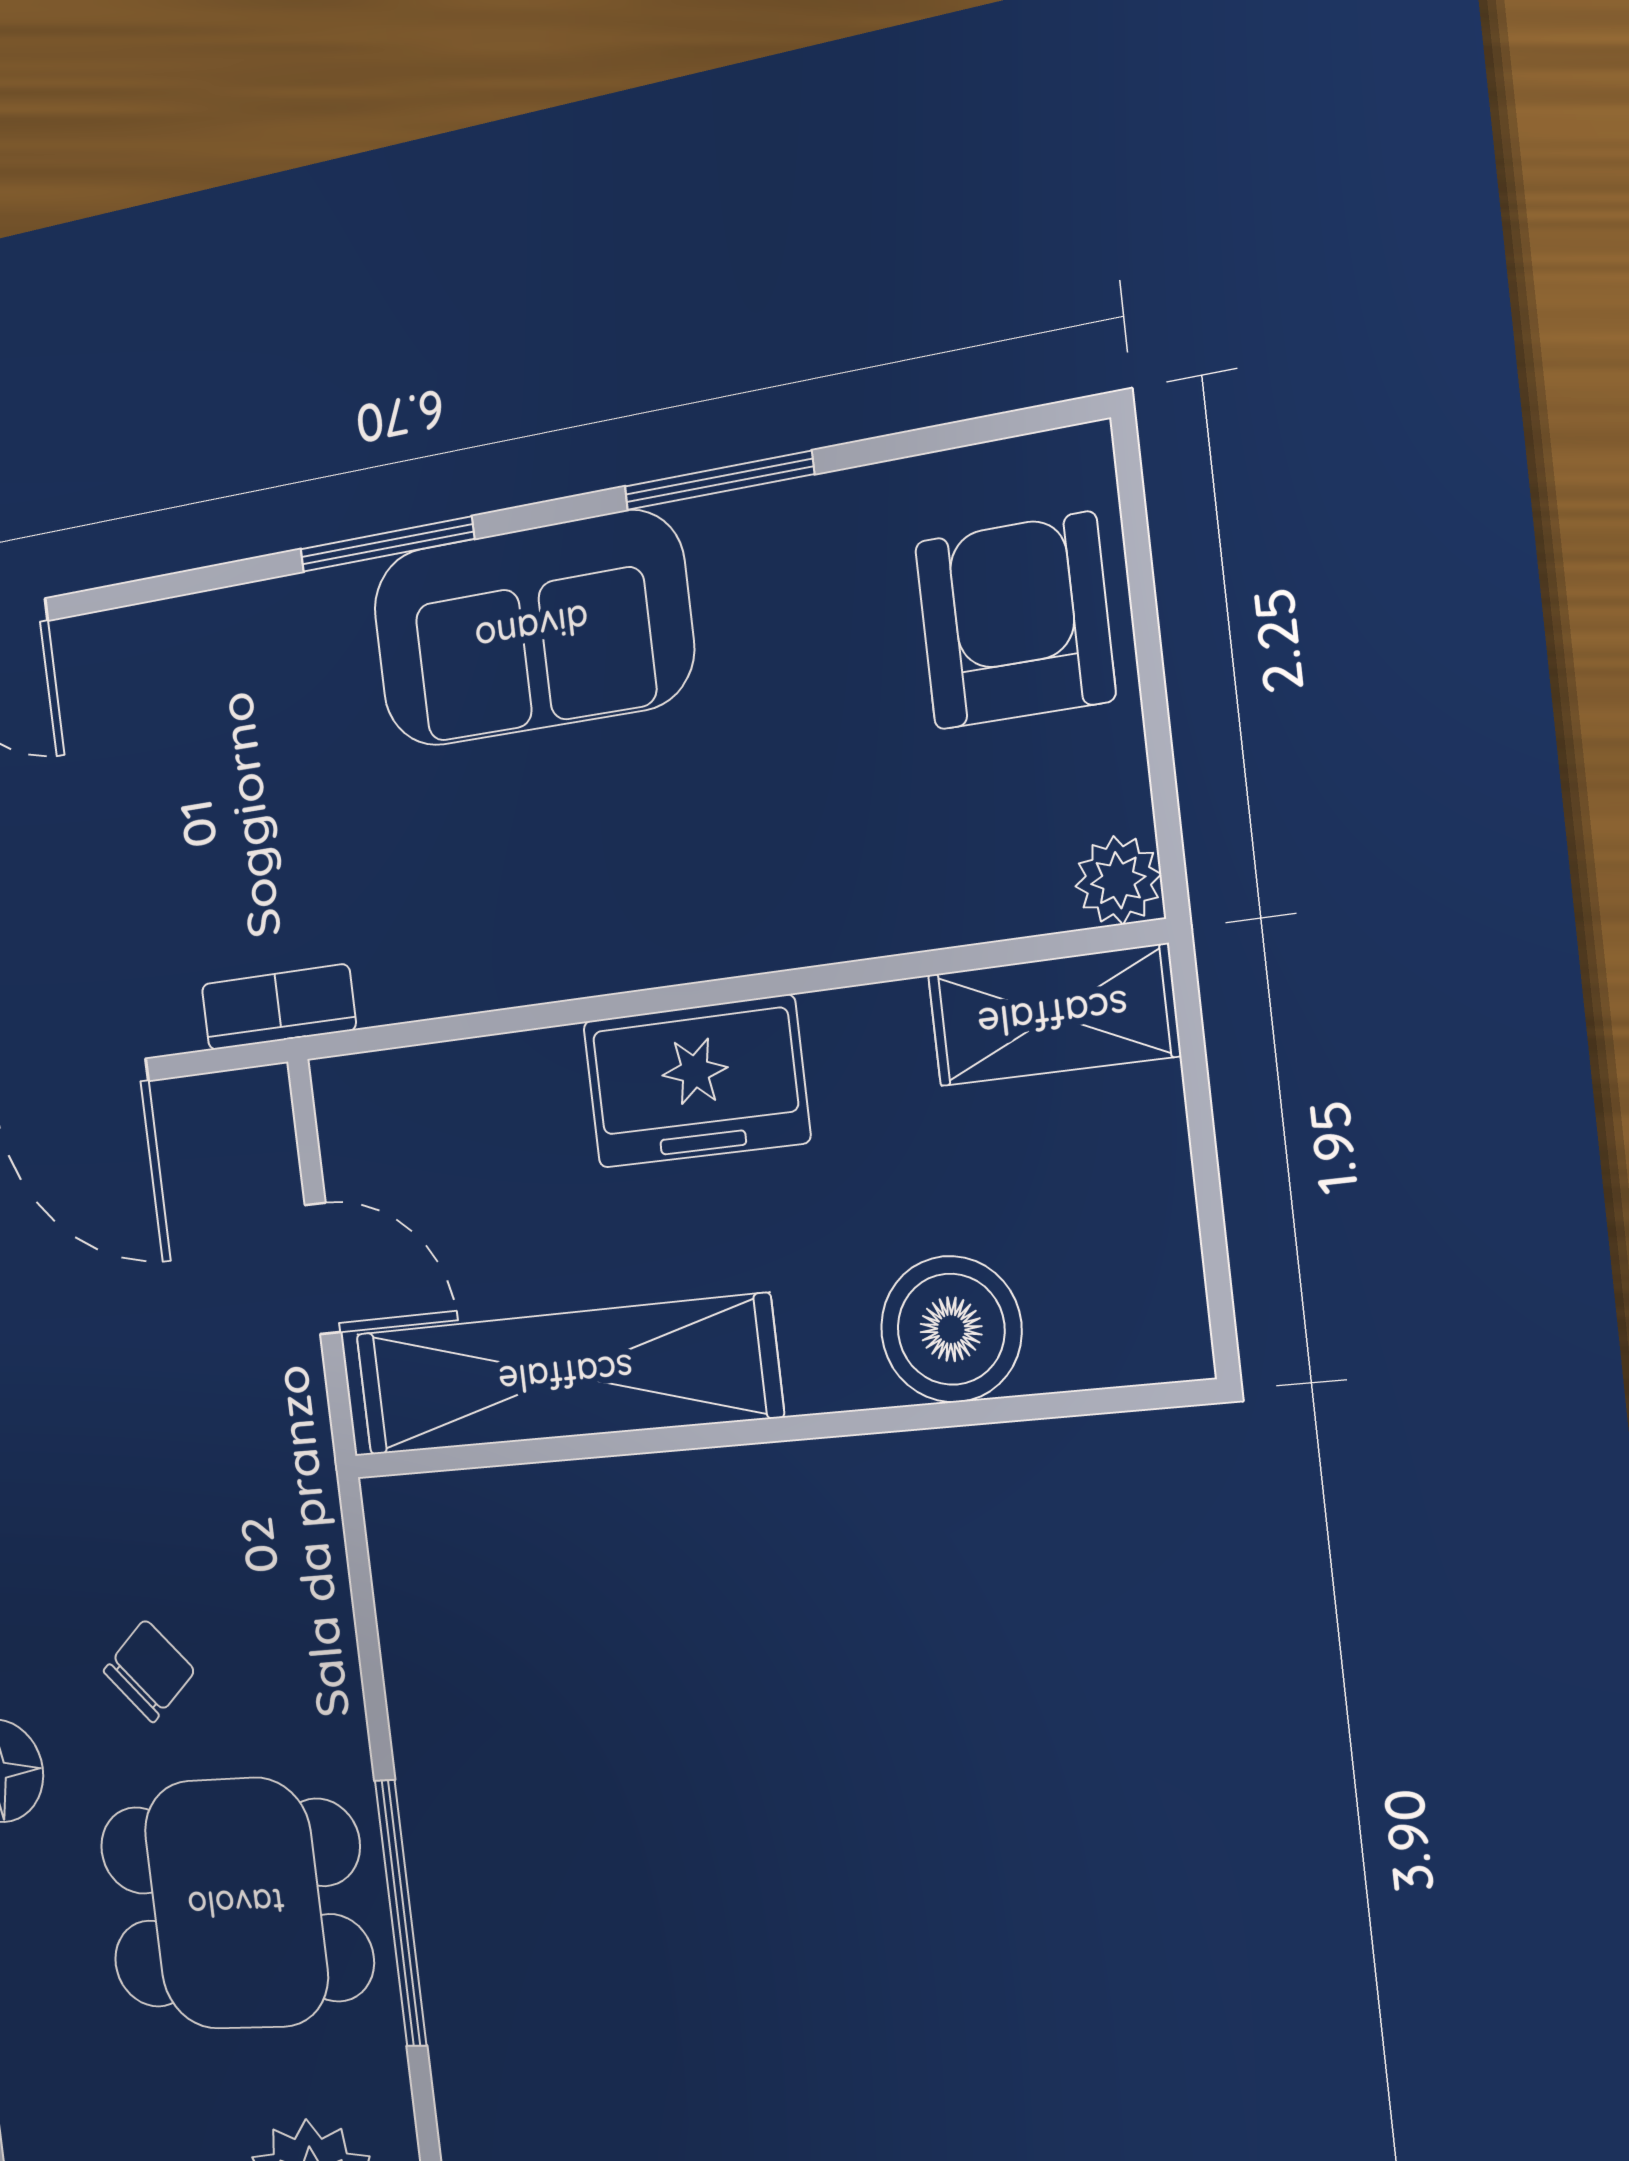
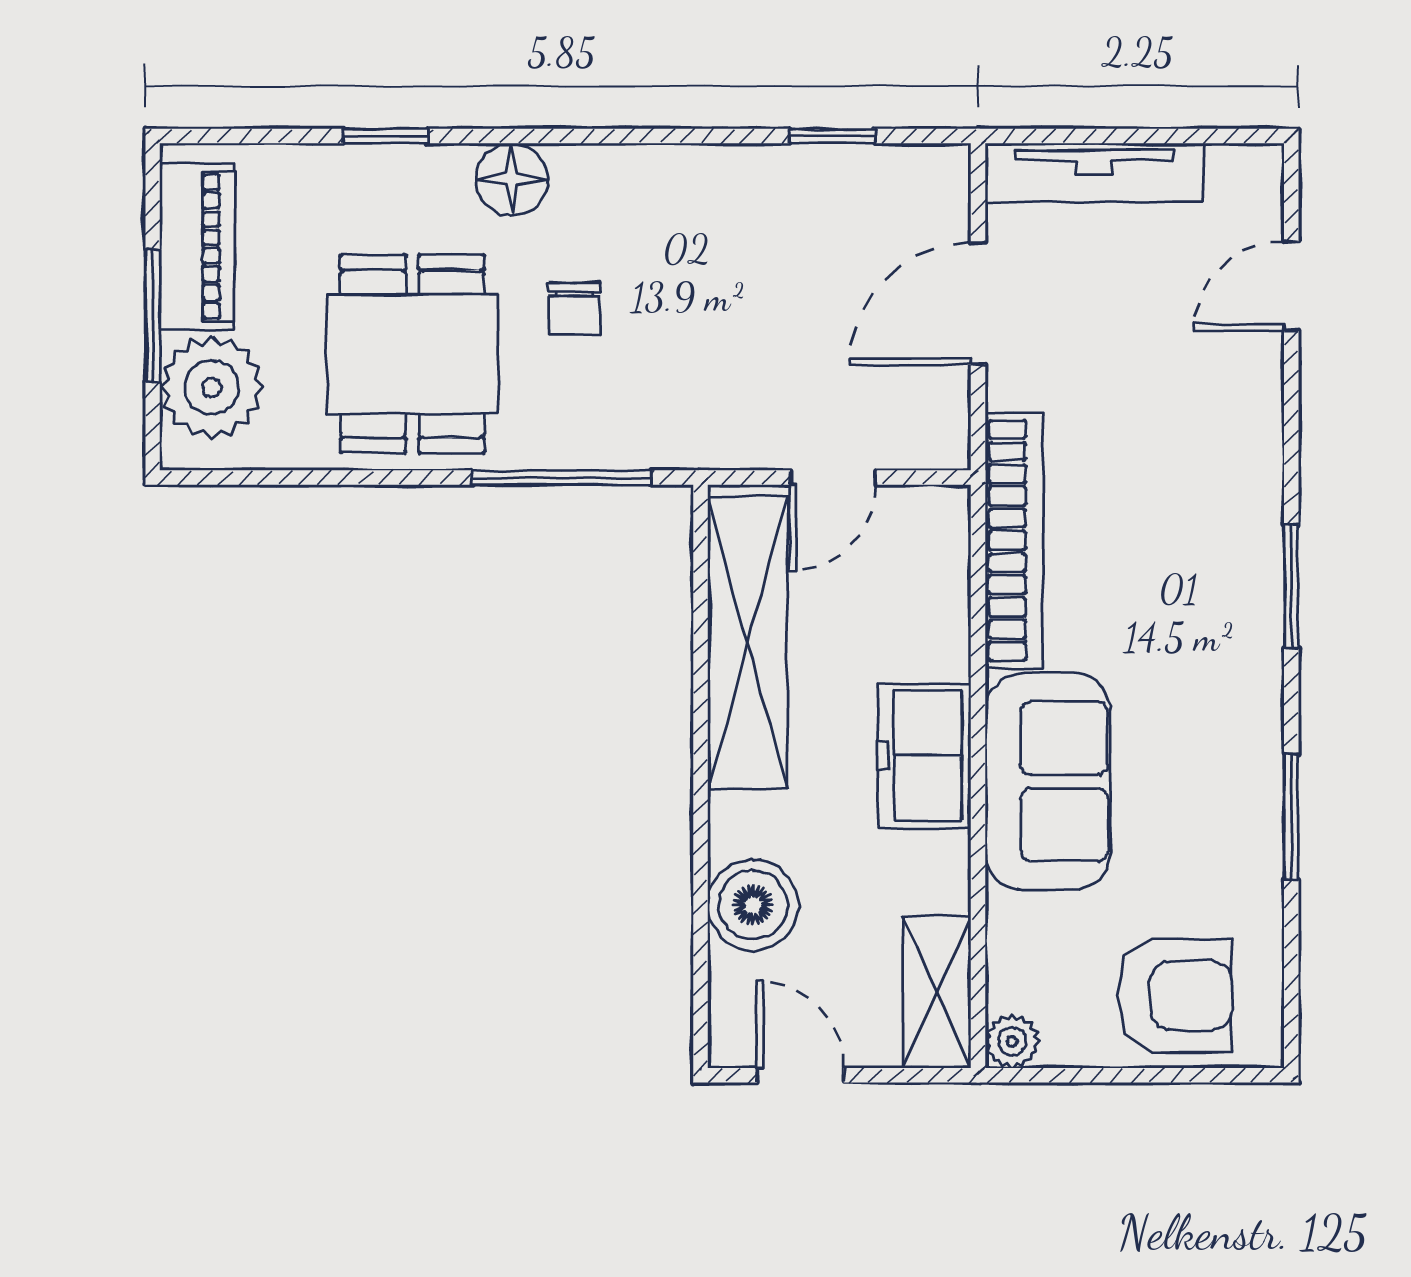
sofa: (532, 629) -> (1048, 781), moved, turned 180
bookcase: (279, 1007) -> (1014, 540), width x2.31, depth x1.31
door: (1212, 1225) -> (800, 1075), added
chair: (149, 1671) -> (574, 309), turned 42
window: (401, 1913) -> (562, 478), moved

